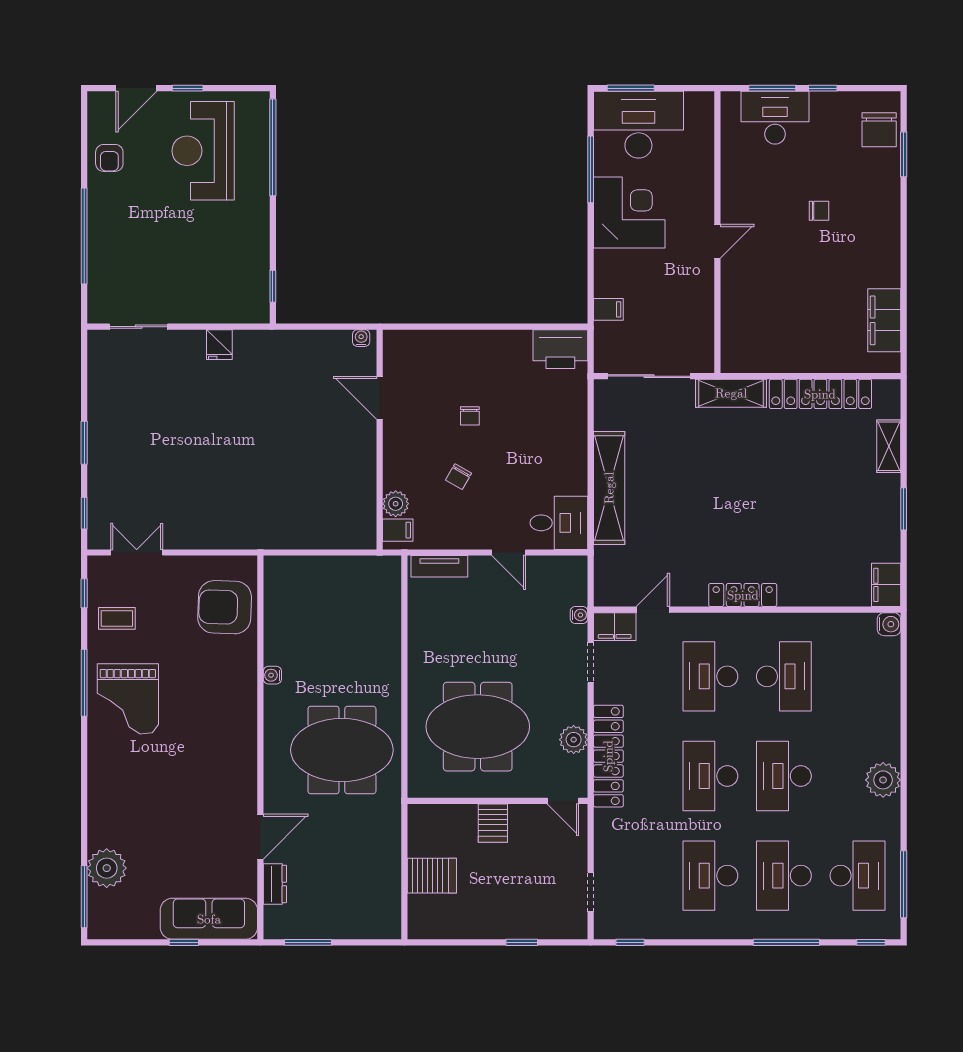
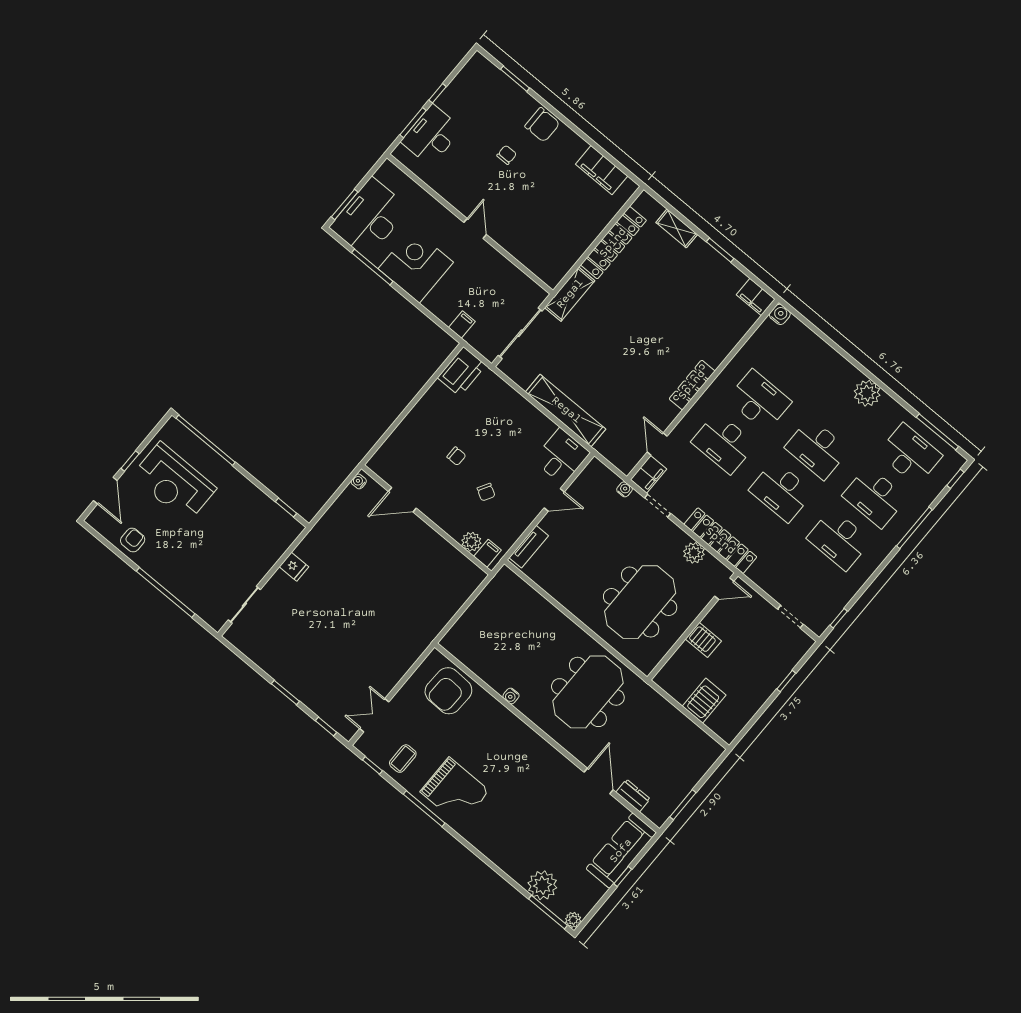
chair: (879, 130) -> (542, 125), moved
armchair: (109, 158) -> (133, 540), turned -90
plant: (98, 929) -> (573, 920), added

